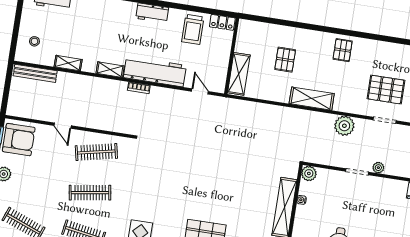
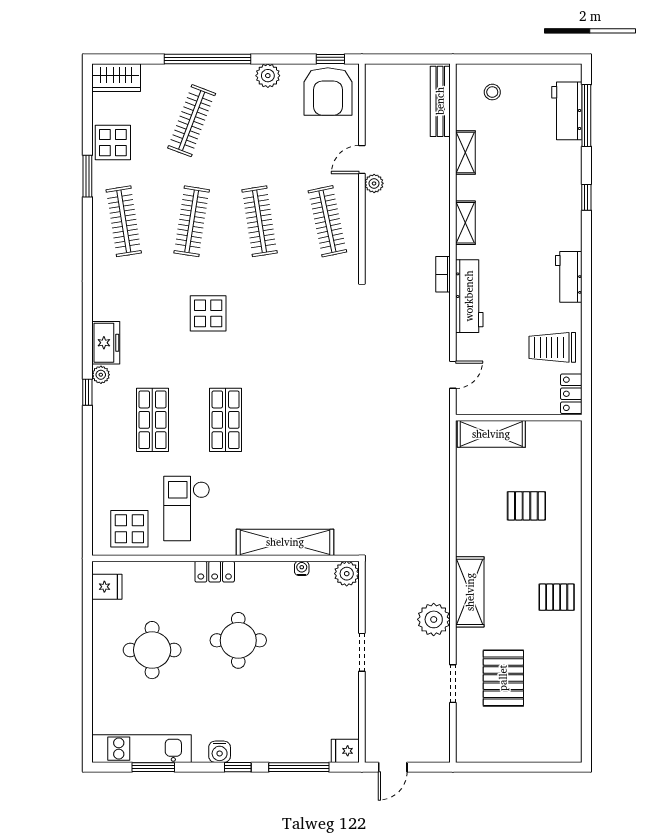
workbench: (155, 72) -> (469, 296), width x0.73, depth x0.76
shelving: (312, 99) -> (470, 592), moved
plant: (378, 168) -> (374, 183), moved

